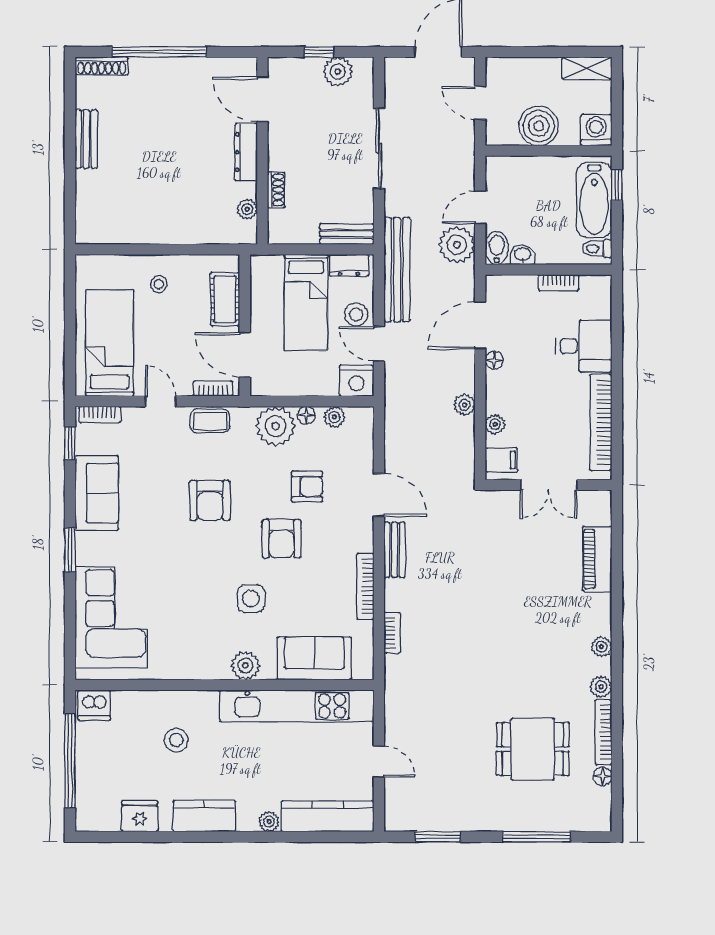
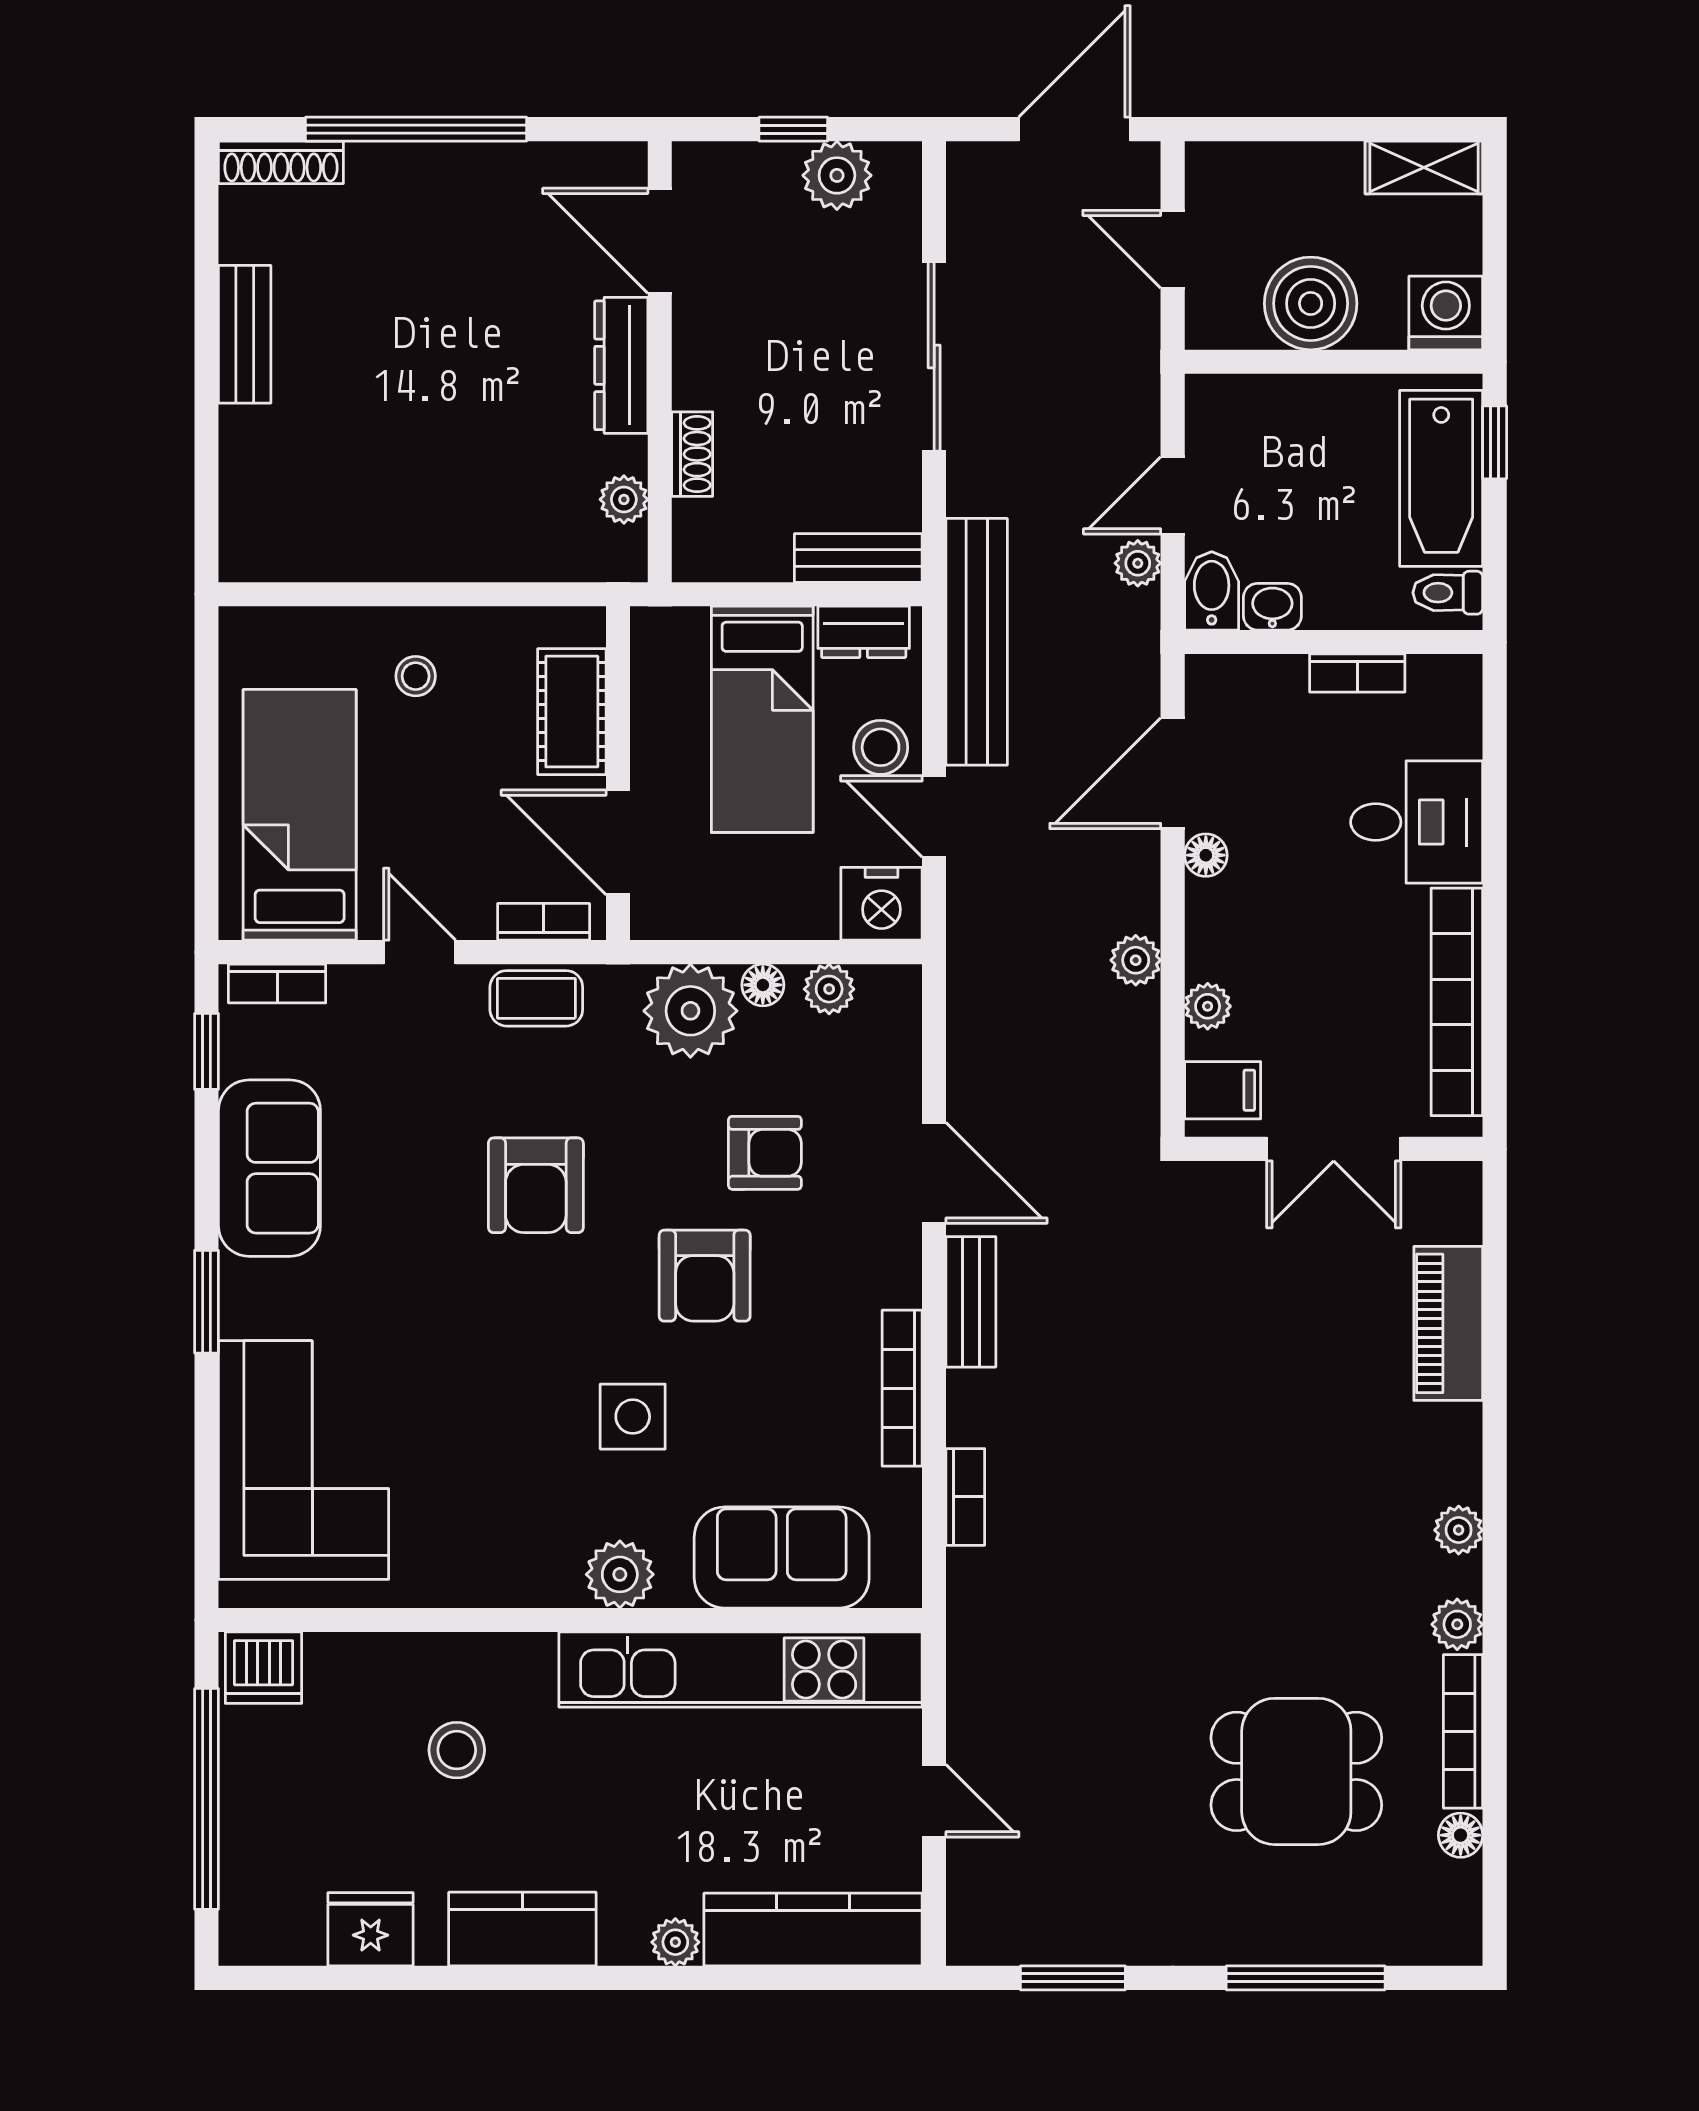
plant: (457, 245) -> (1138, 563), width x0.53, depth x0.53

